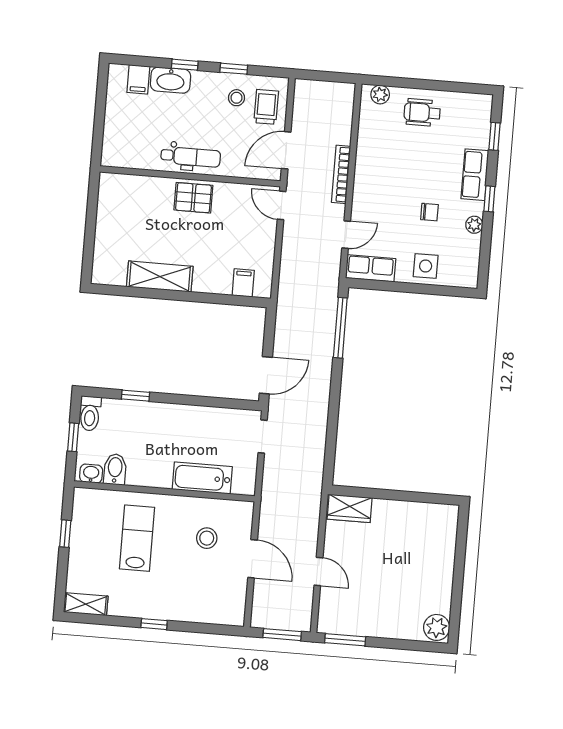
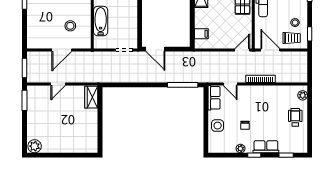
window: (234, 69) -> (310, 34), moved

